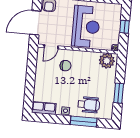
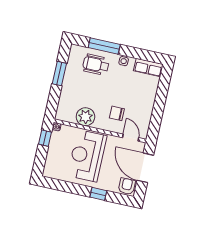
door: (35, 23) -> (145, 168), swing flipped
window: (124, 27) -> (45, 138), moved
door: (51, 47) -> (131, 138), hinge flipped
plant: (107, 61) -> (85, 117), moved

